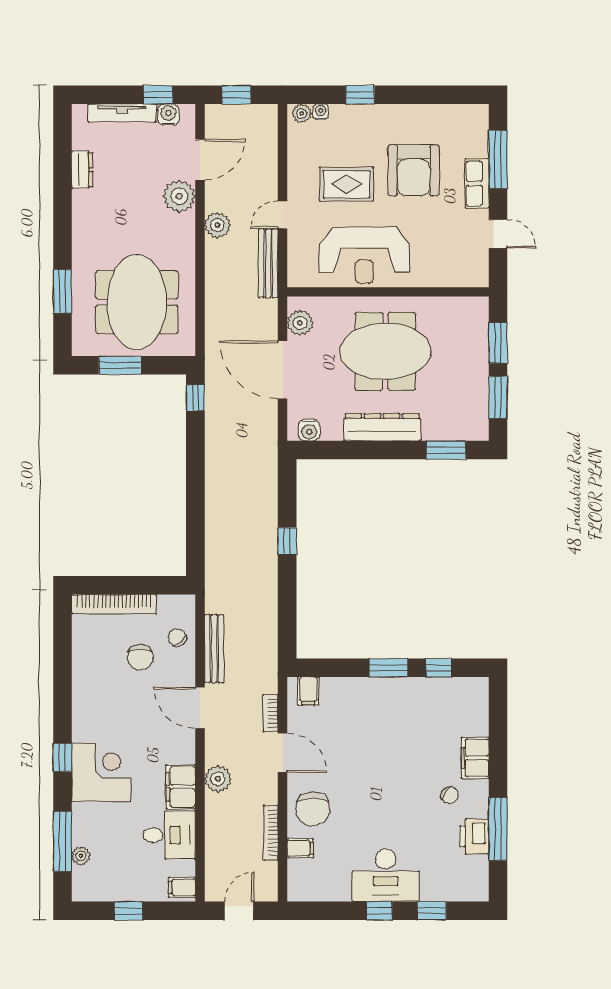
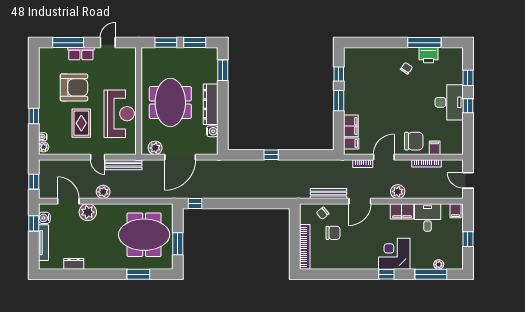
water cooler: (309, 430) -> (212, 131), moved
filing cabinet: (475, 758) -> (351, 126), moved, turned -90

